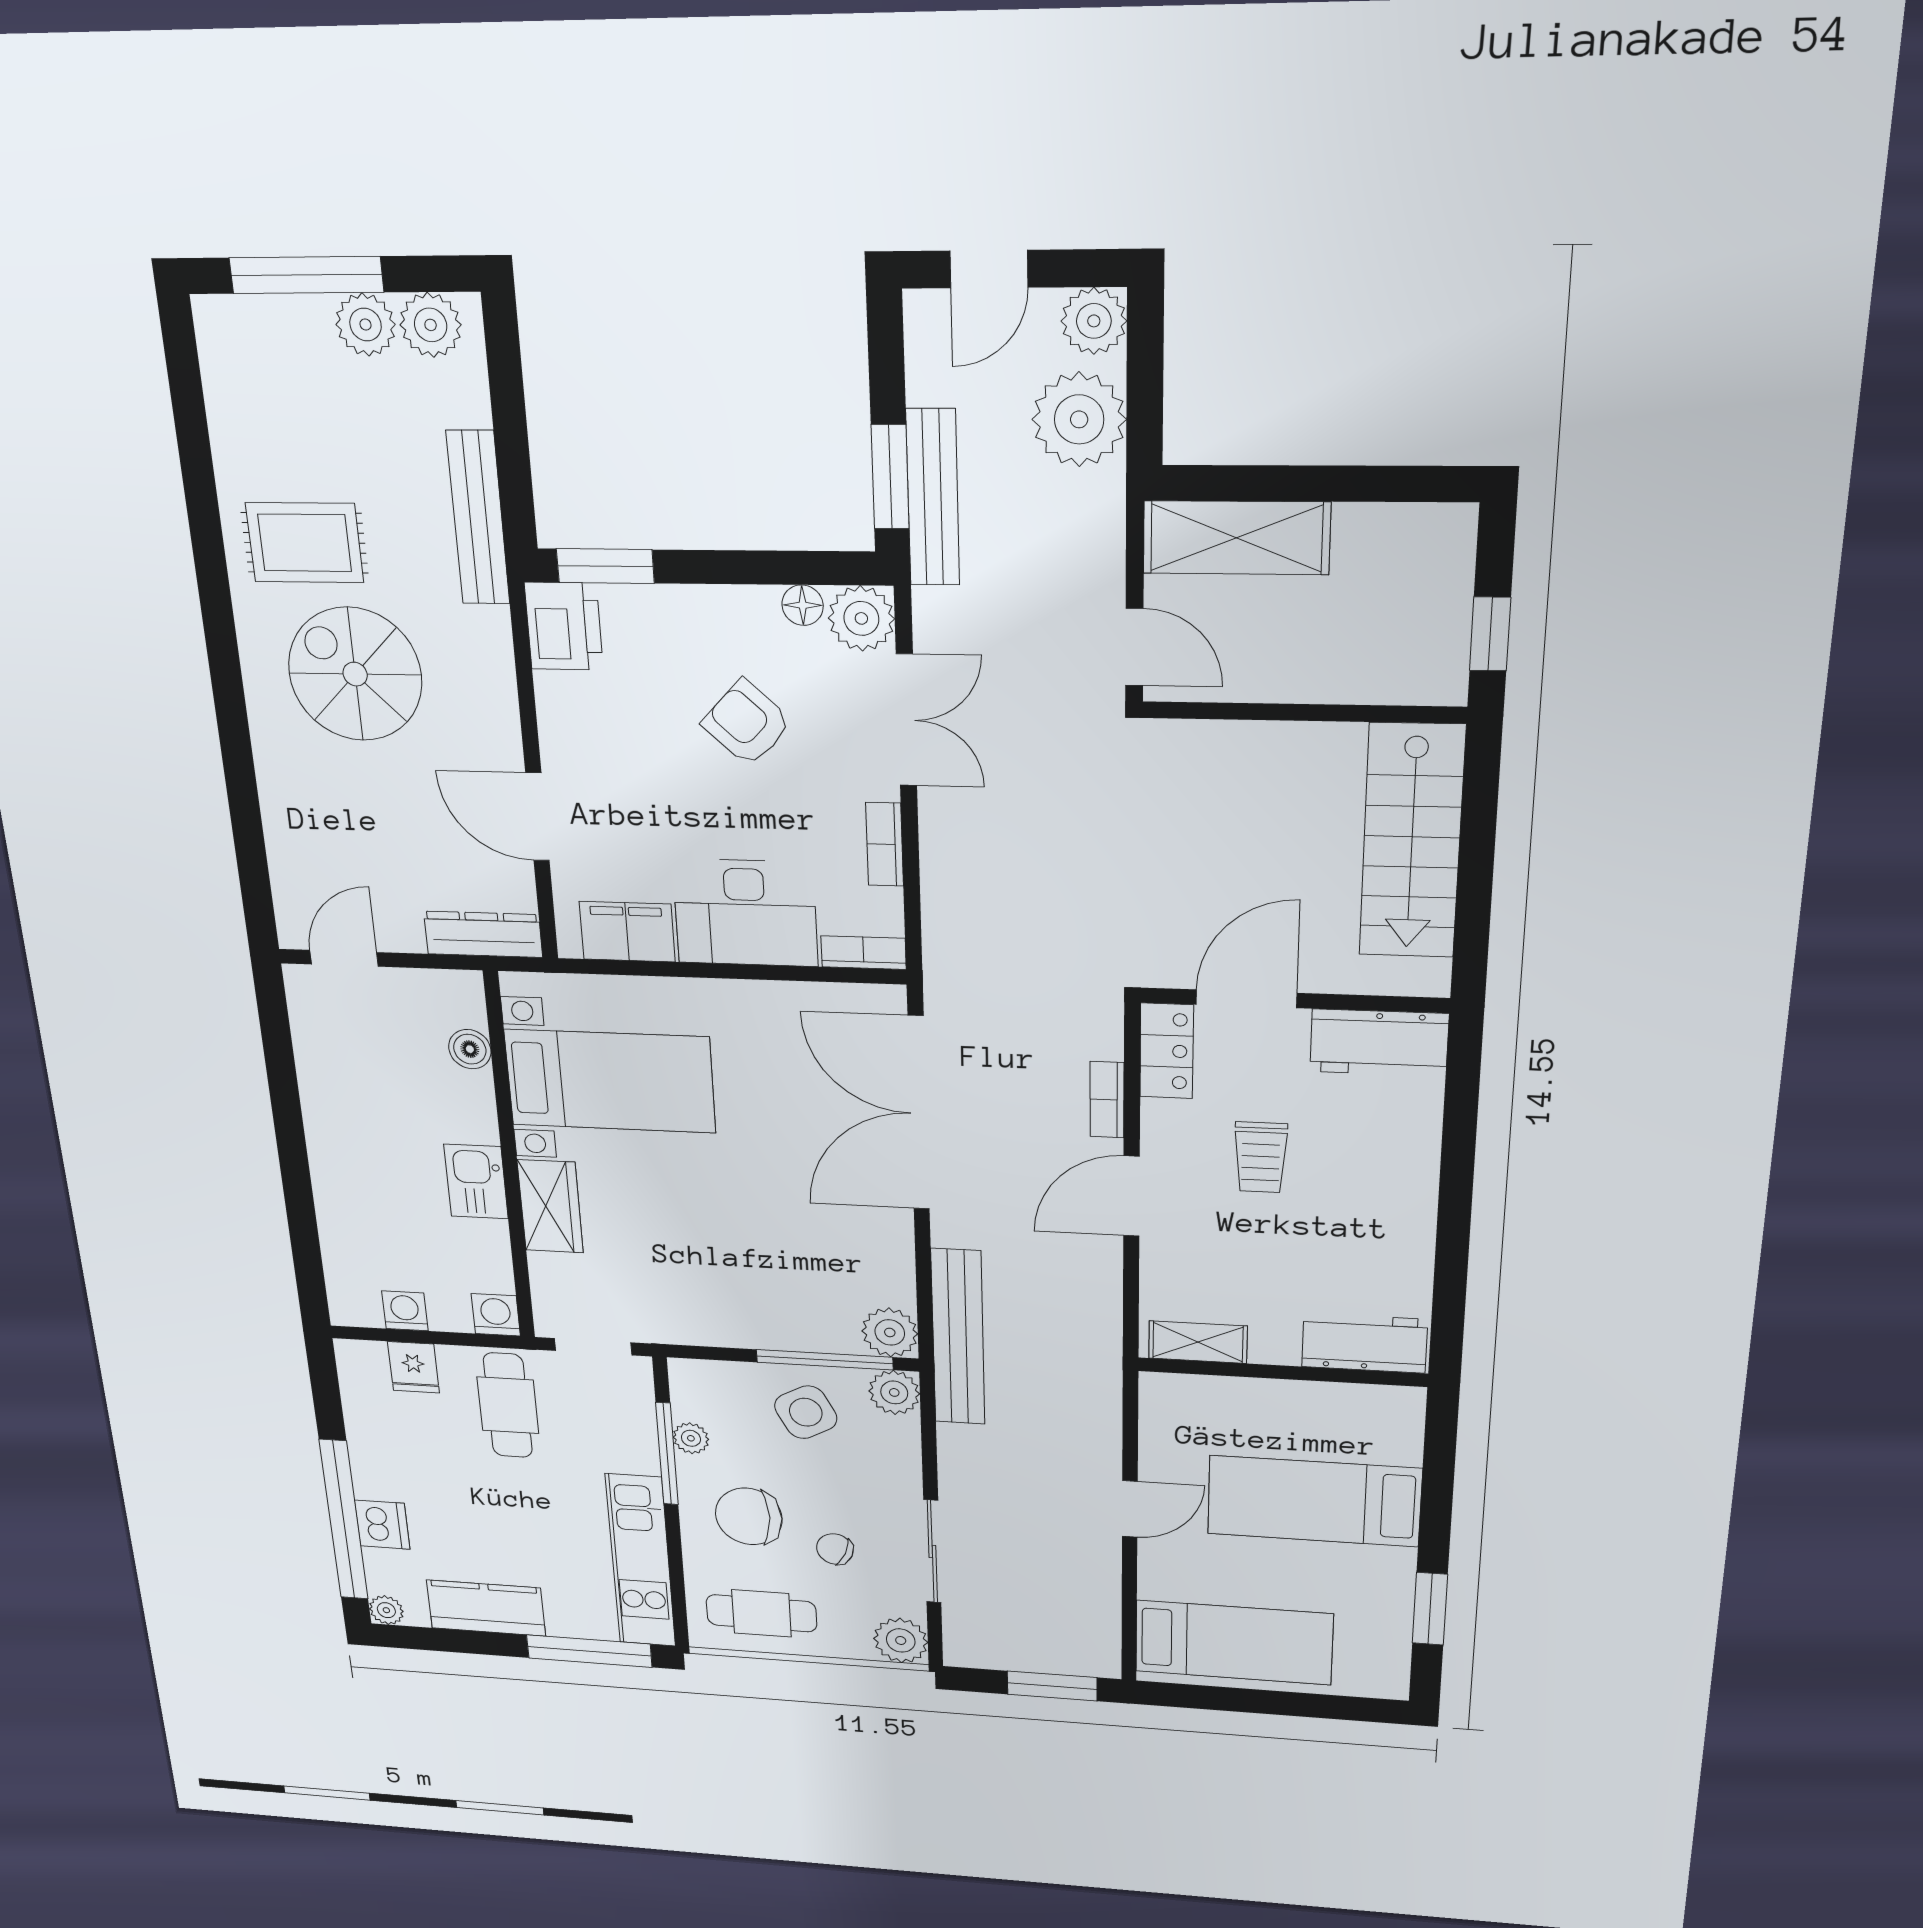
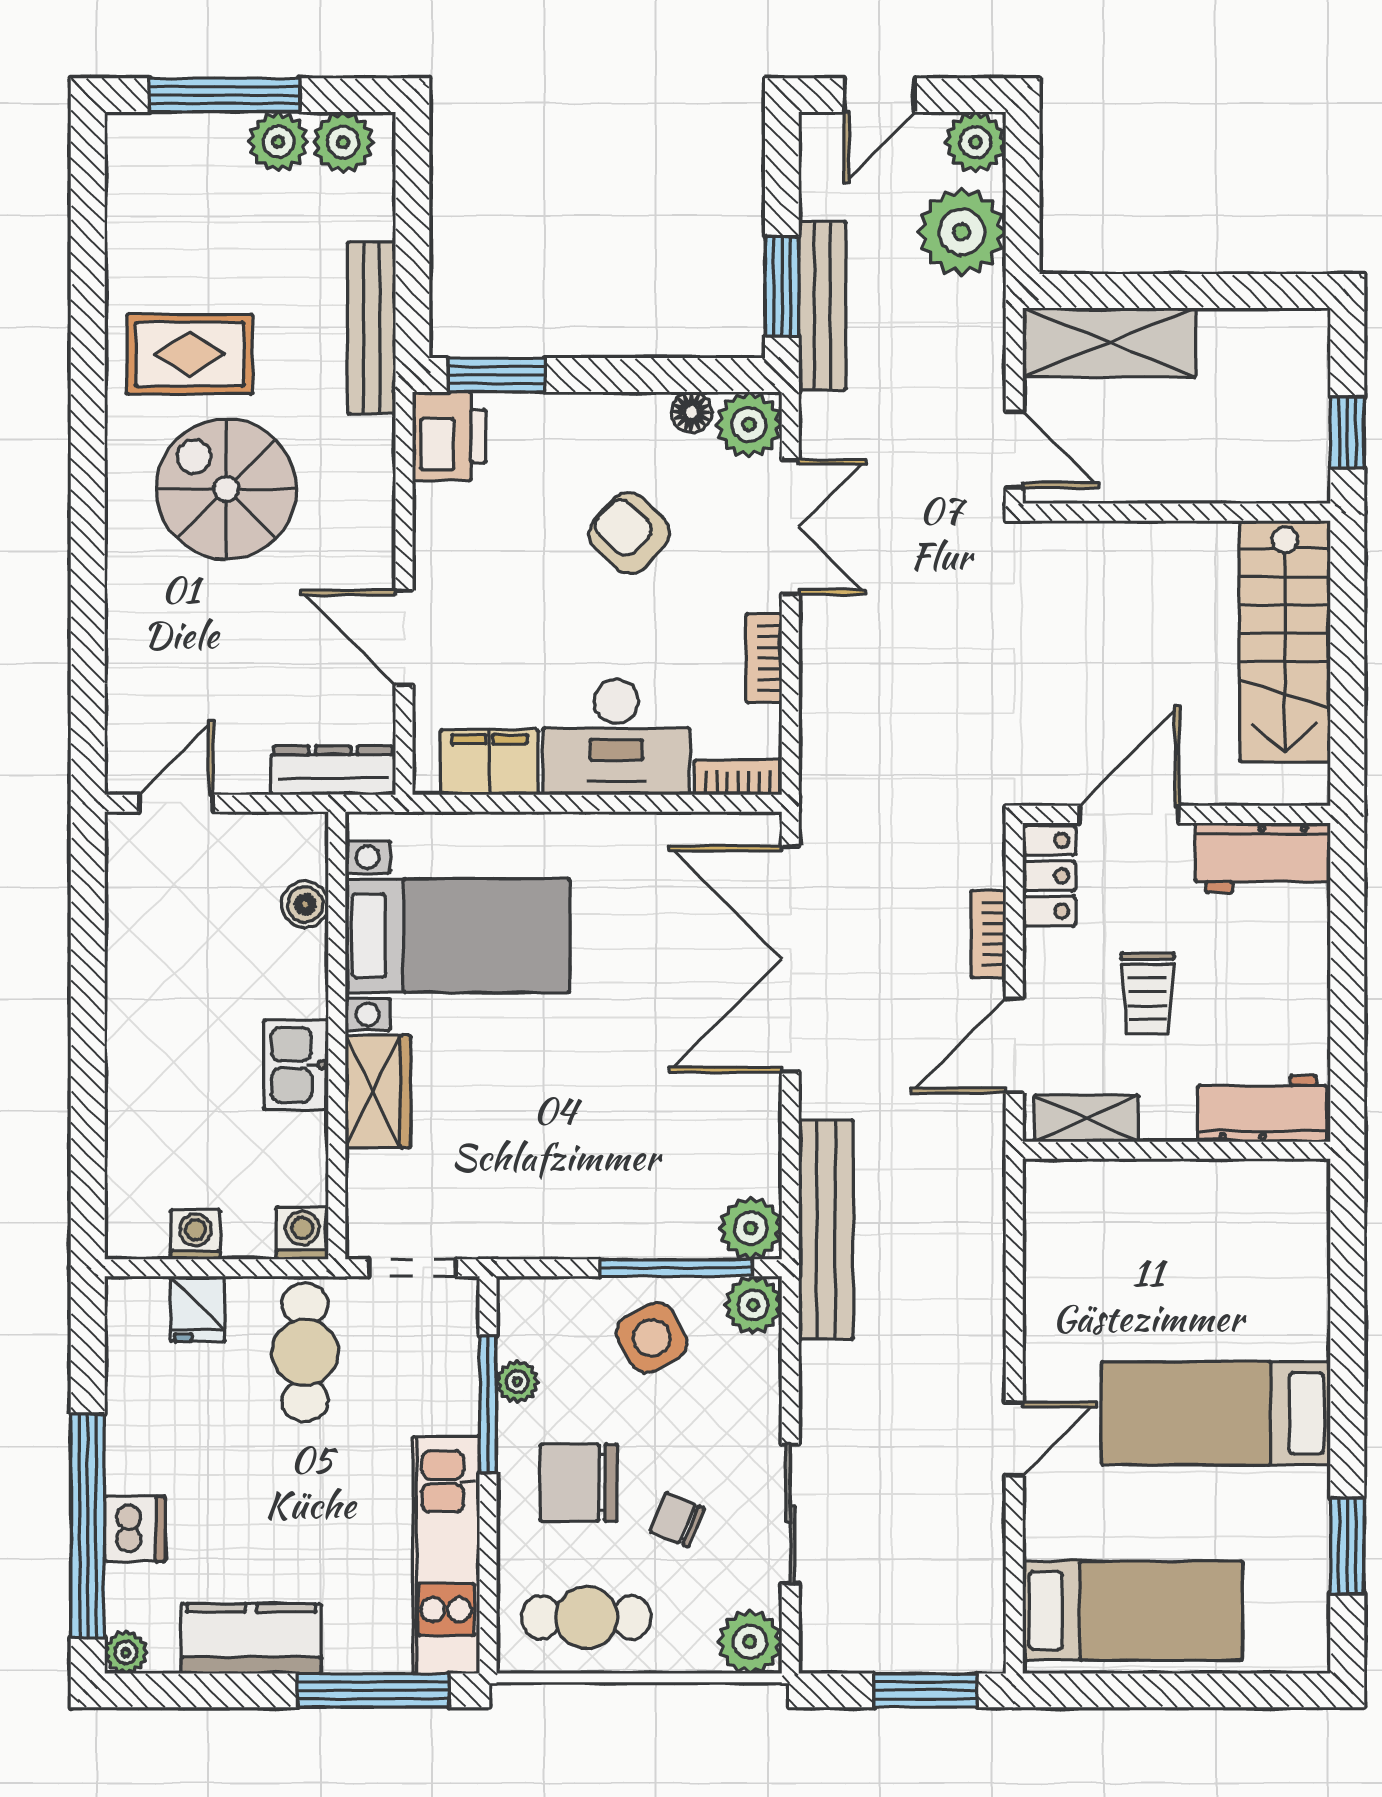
shelving: (1198, 1342) -> (1086, 1118), moved
workbench: (1364, 1343) -> (1262, 1108), moved
wall: (1282, 1372) -> (1176, 1150), moved

